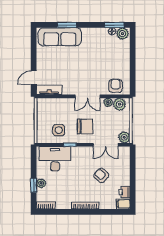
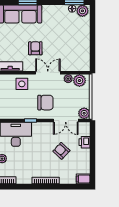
armchair: (116, 86) -> (35, 48), moved
double door: (87, 96) -> (48, 73), swing flipped
side table: (59, 130) -> (22, 84), moved
printer: (125, 192) -> (84, 142), moved

